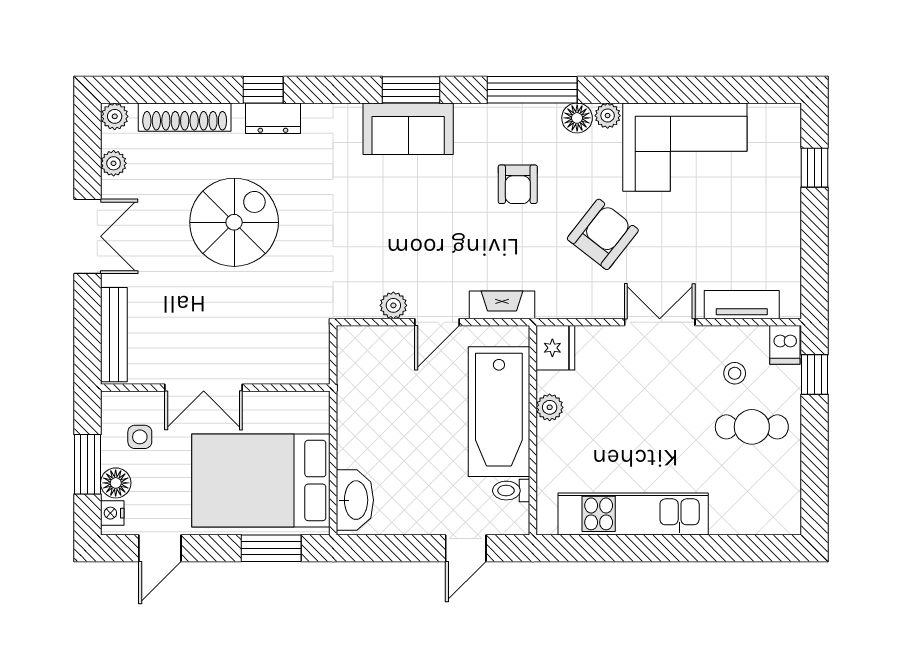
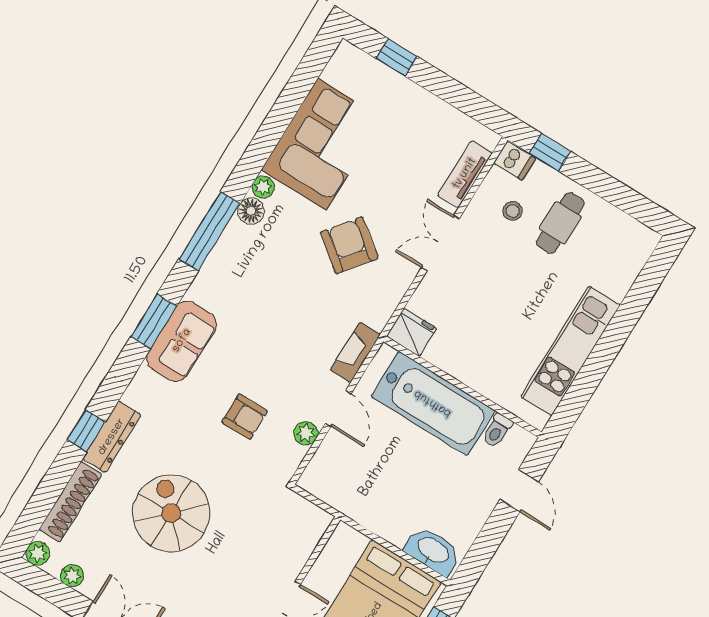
dresser: (273, 118) -> (112, 437), width x1.44
armchair: (518, 184) -> (245, 417), moved
plant: (550, 407) -> (453, 364), removed

